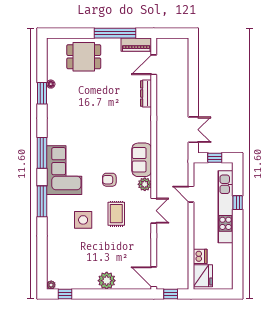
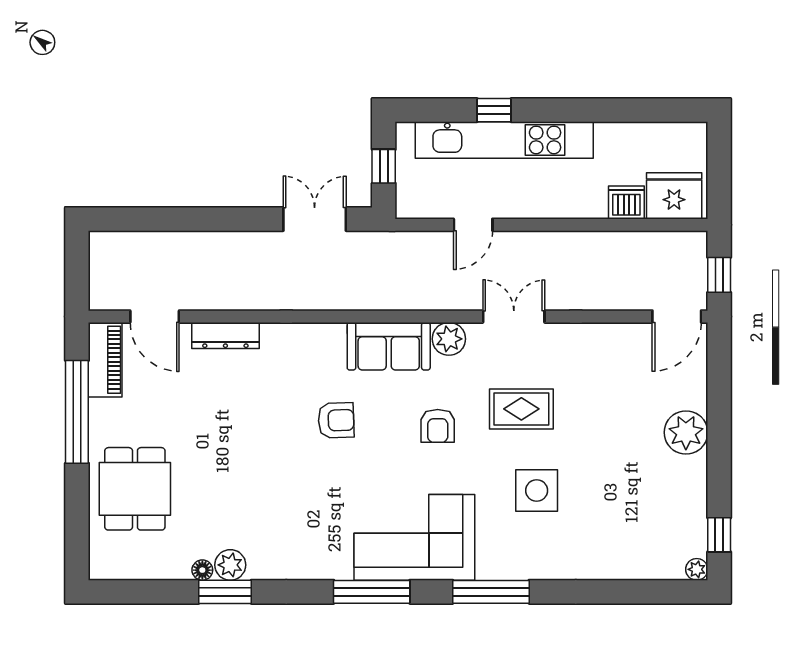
plant: (53, 95) -> (230, 565), added
armchair: (112, 138) -> (336, 420), added

